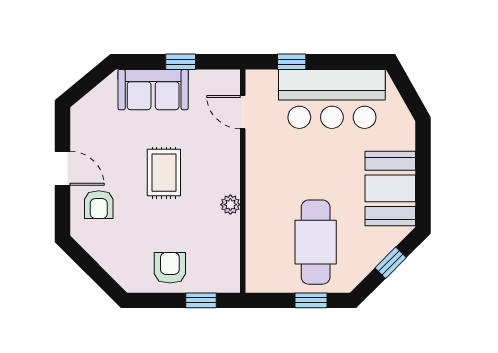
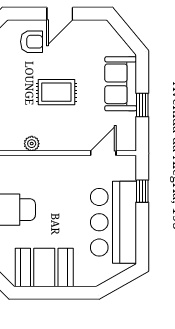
armchair: (99, 205) -> (32, 42), turned 180

